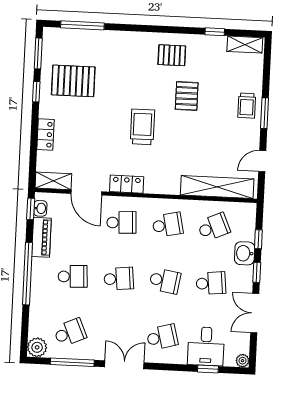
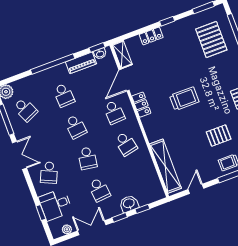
pallet: (73, 81) -> (211, 39), moved
window: (36, 92) -> (167, 21), moved
pallet: (187, 96) -> (219, 136), moved
door: (262, 161) -> (196, 189), hinge flipped
school desk: (214, 227) -> (138, 175), removed
school desk: (162, 337) -> (49, 173), turned 39
plant: (242, 361) -> (67, 229), moved

